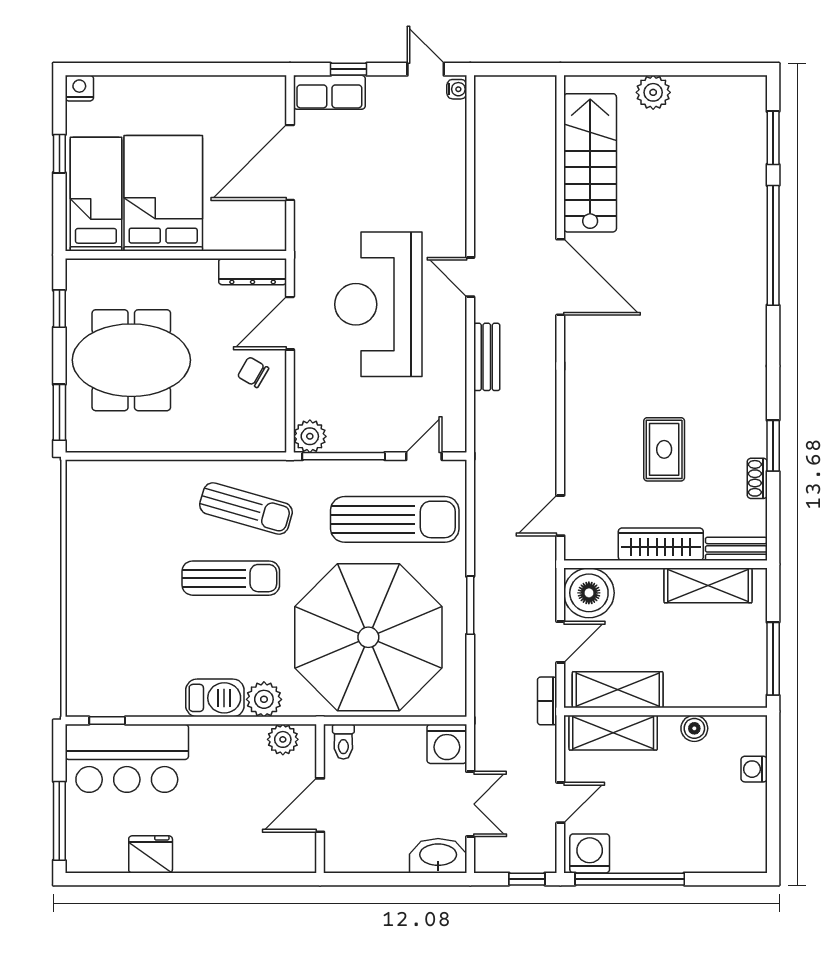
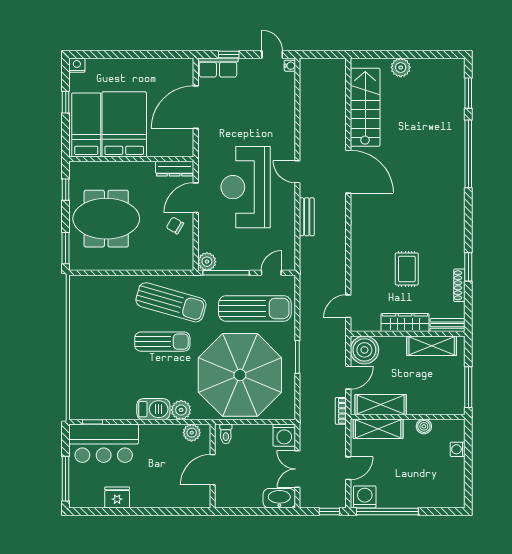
shoe rack: (757, 478) -> (459, 285), width x1.43
sun lounger: (246, 509) -> (171, 302), width x1.36, depth x1.34
double door: (470, 804) -> (297, 469), swing flipped

